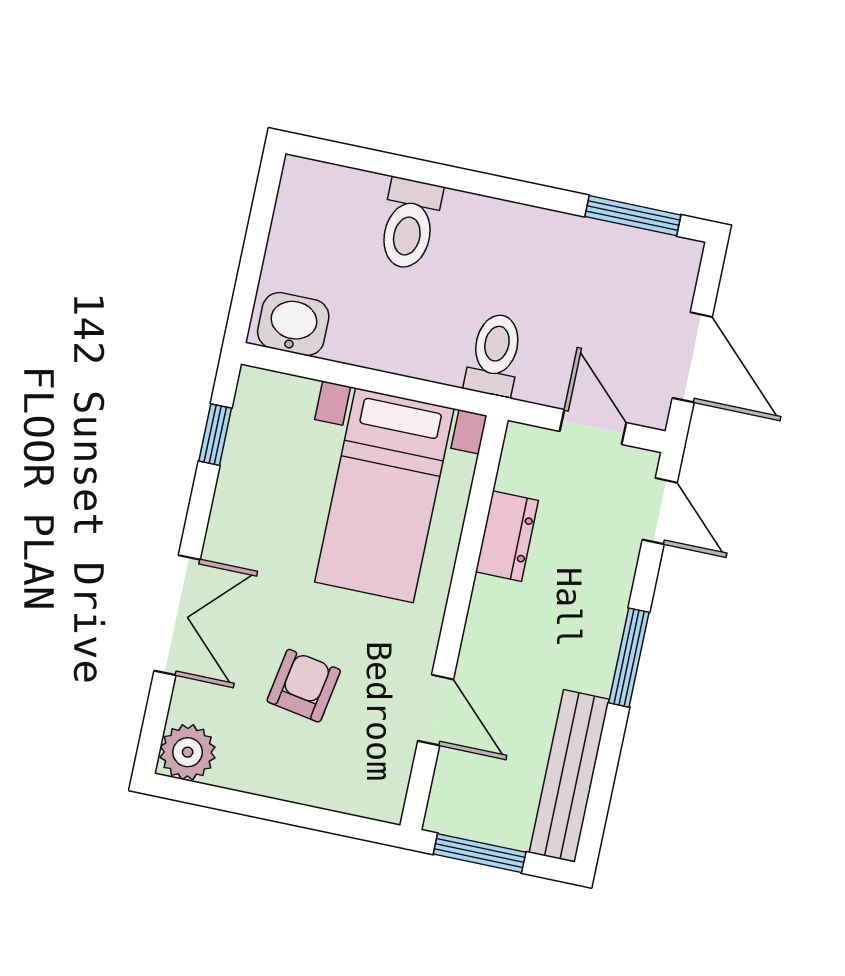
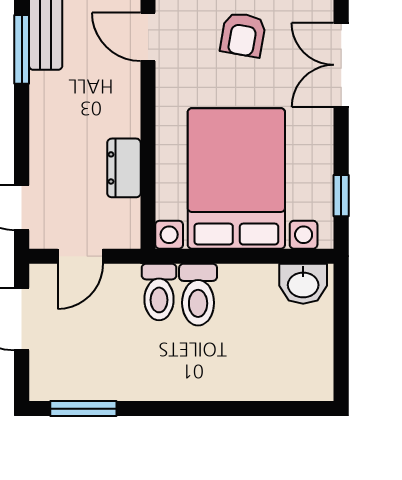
toilet: (409, 224) -> (198, 295), moved, turned 180
door: (593, 427) -> (80, 256), hinge flipped
bed with nightstands: (384, 495) -> (236, 178), width x1.36
window: (629, 658) -> (22, 49), moved

